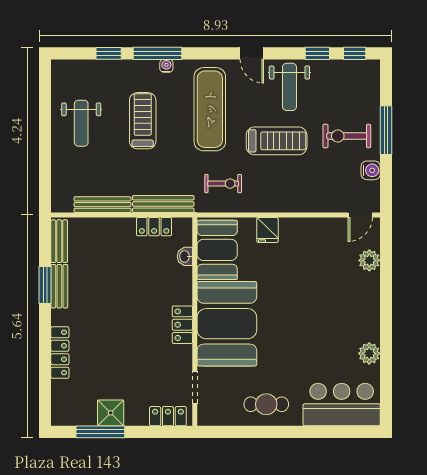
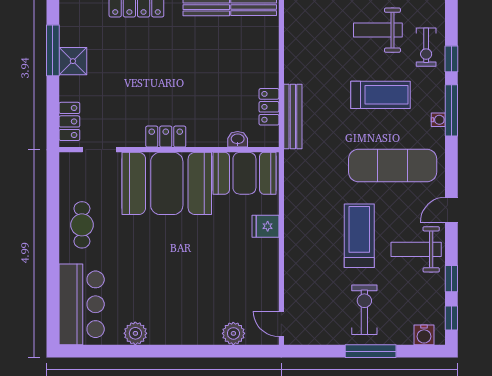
treadmill: (277, 141) -> (359, 236), turned 180
water cooler: (371, 170) -> (424, 335), moved
exercise bike: (223, 184) -> (426, 47), moved
bench: (102, 205) -> (292, 53), removed

